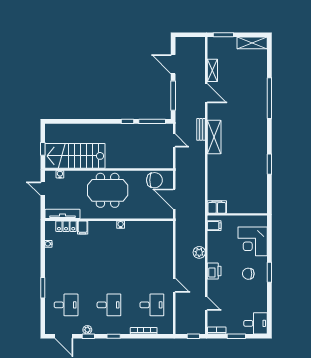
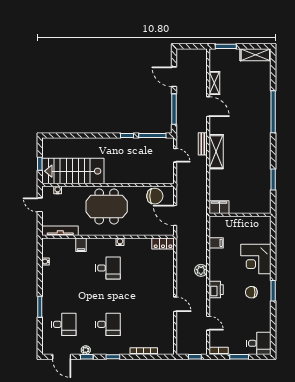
filing cabinet: (217, 207) -> (219, 207), moved
wall: (237, 214) -> (240, 215), moved
locker: (66, 226) -> (163, 243), moved
desk: (152, 305) -> (108, 268), moved

